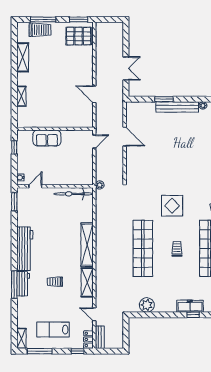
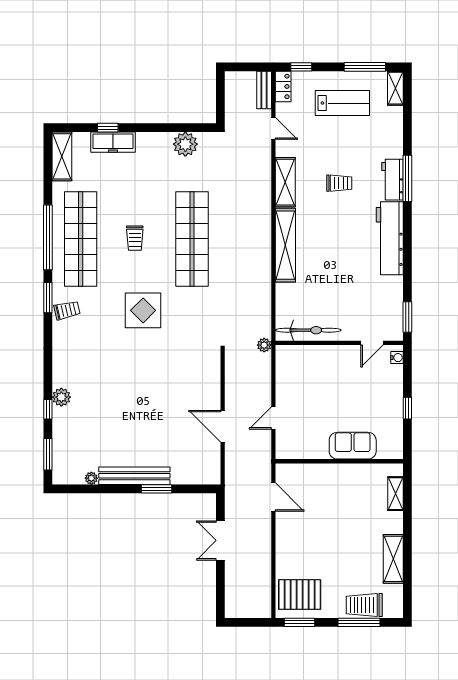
wall: (55, 129) -> (339, 461), moved
sofa: (47, 138) -> (353, 446), moved

